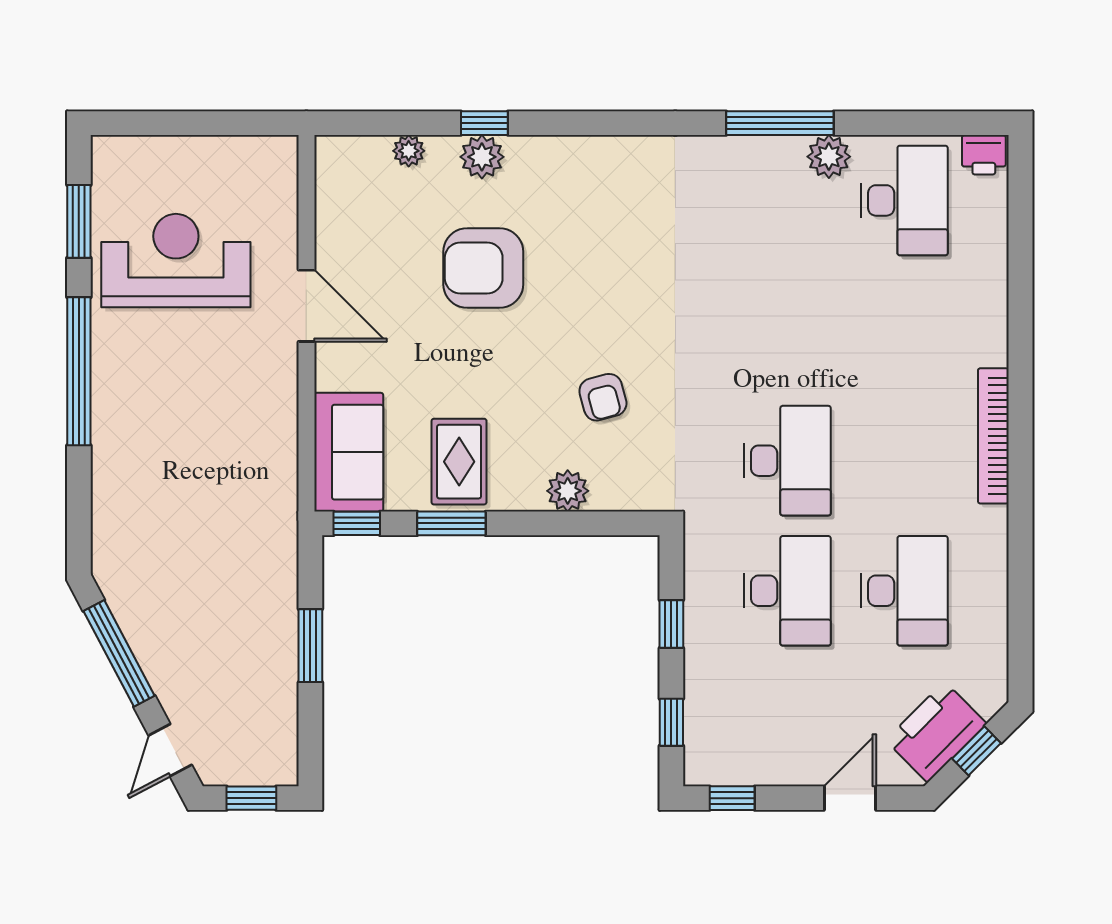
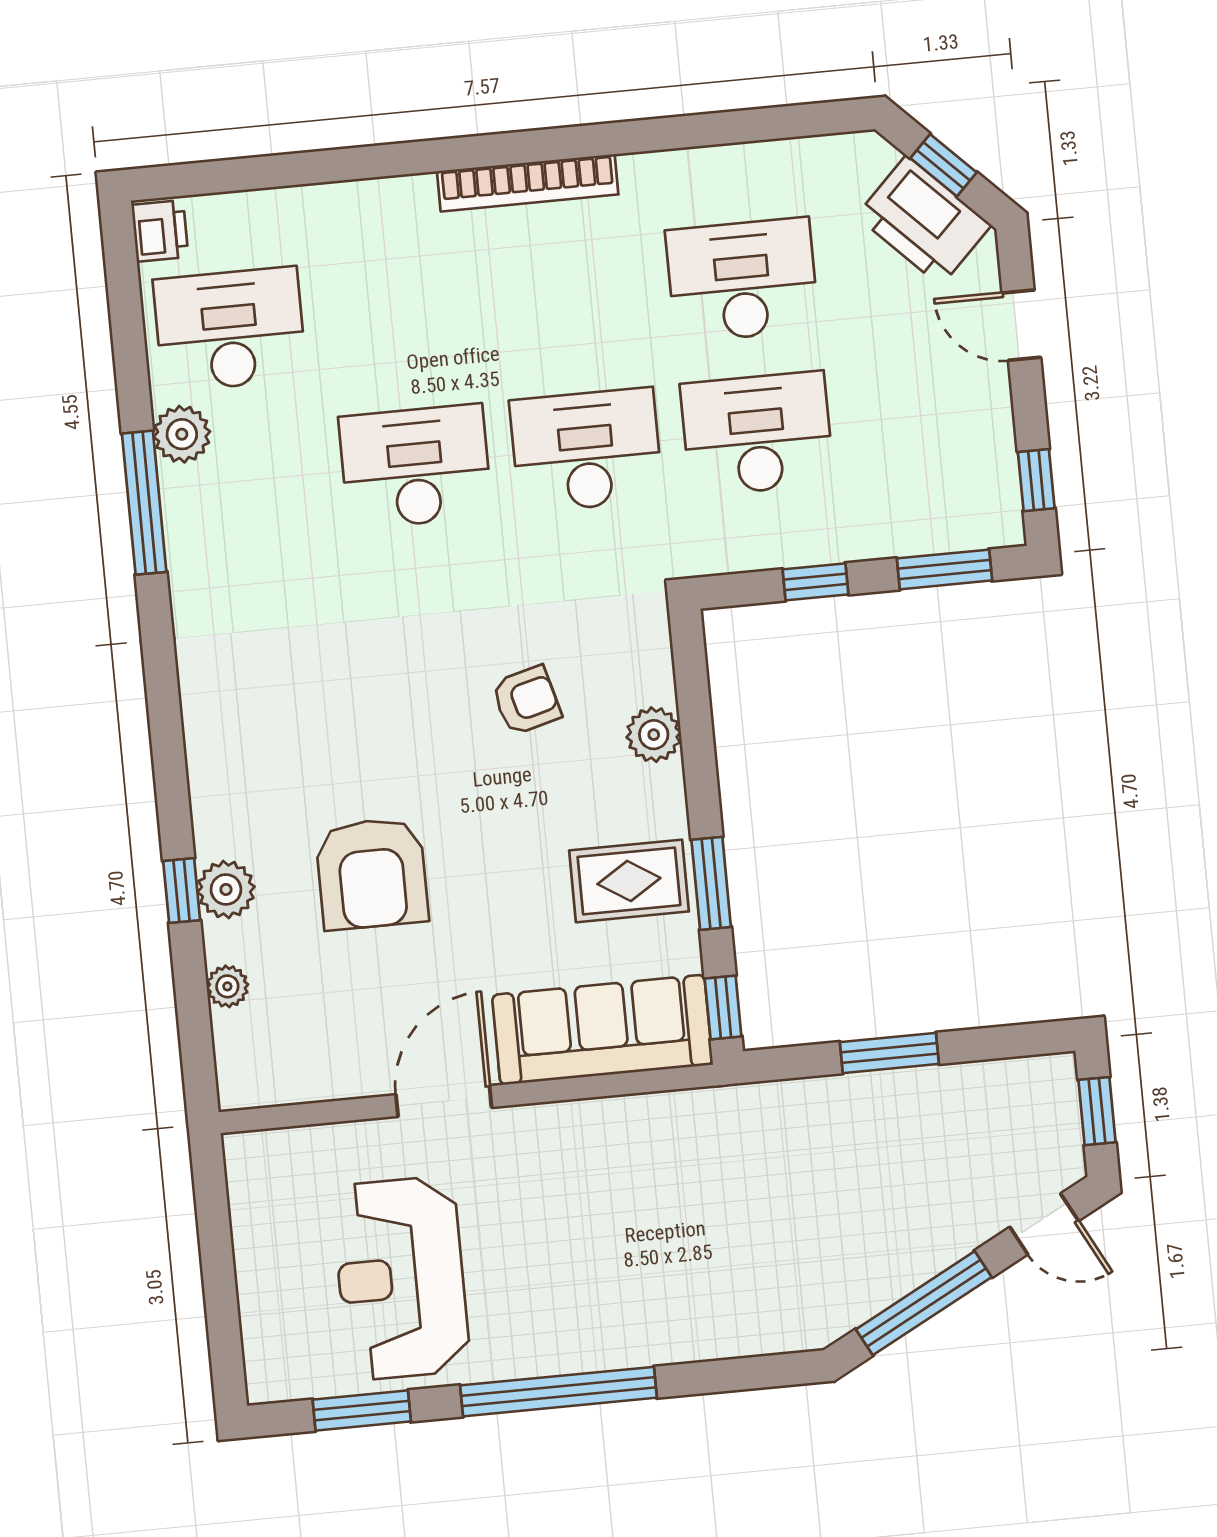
desk: (787, 331) -> (415, 467), added
sofa: (349, 452) -> (602, 1030), width x1.36
window: (671, 722) -> (944, 569), width x1.50

